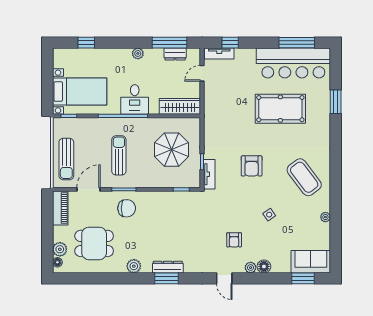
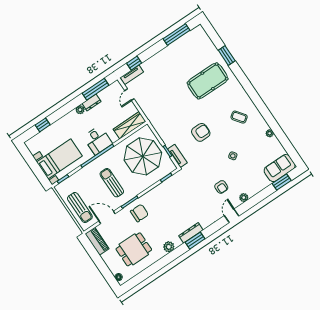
dresser: (175, 54) -> (92, 102), moved
bar counter: (293, 63) -> (183, 49), removed
pool table: (280, 109) -> (208, 81), moved
parasol: (171, 150) -> (143, 156), width x1.36, depth x1.36
armchair: (252, 166) -> (201, 132), turned -90
coffee table: (304, 177) -> (239, 117), width x0.54, depth x0.58
door: (88, 189) -> (107, 217), hinge flipped
plant: (60, 249) -> (114, 268), removed
floor lamp: (264, 266) -> (252, 191), removed
door: (224, 278) -> (232, 216), swing flipped

